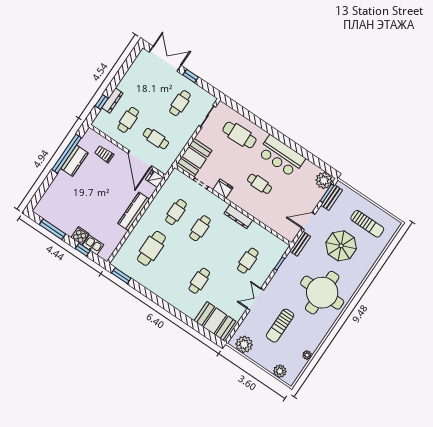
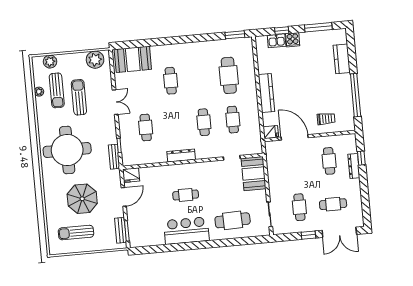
cafe table: (156, 139) -> (333, 204), moved
kitchen counter: (75, 161) -> (342, 59), moved
plant: (324, 180) -> (137, 239), removed
fridge: (223, 189) -> (131, 175), moved
bench: (300, 244) -> (114, 157), moved
sun lounger: (293, 345) -> (57, 90), added

